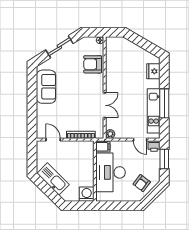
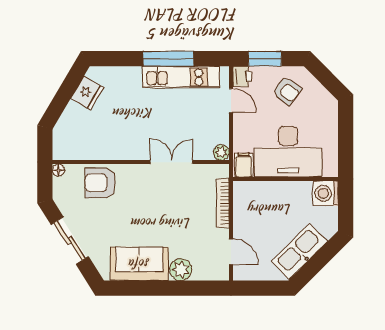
armchair: (93, 64) -> (100, 183), turned 90
fridge: (153, 71) -> (87, 93), moved, turned -59
plant: (43, 111) -> (181, 270), added
door: (53, 140) -> (231, 252), swing flipped
door: (140, 140) -> (231, 101), hinge flipped
armchair: (142, 183) -> (287, 91), moved

